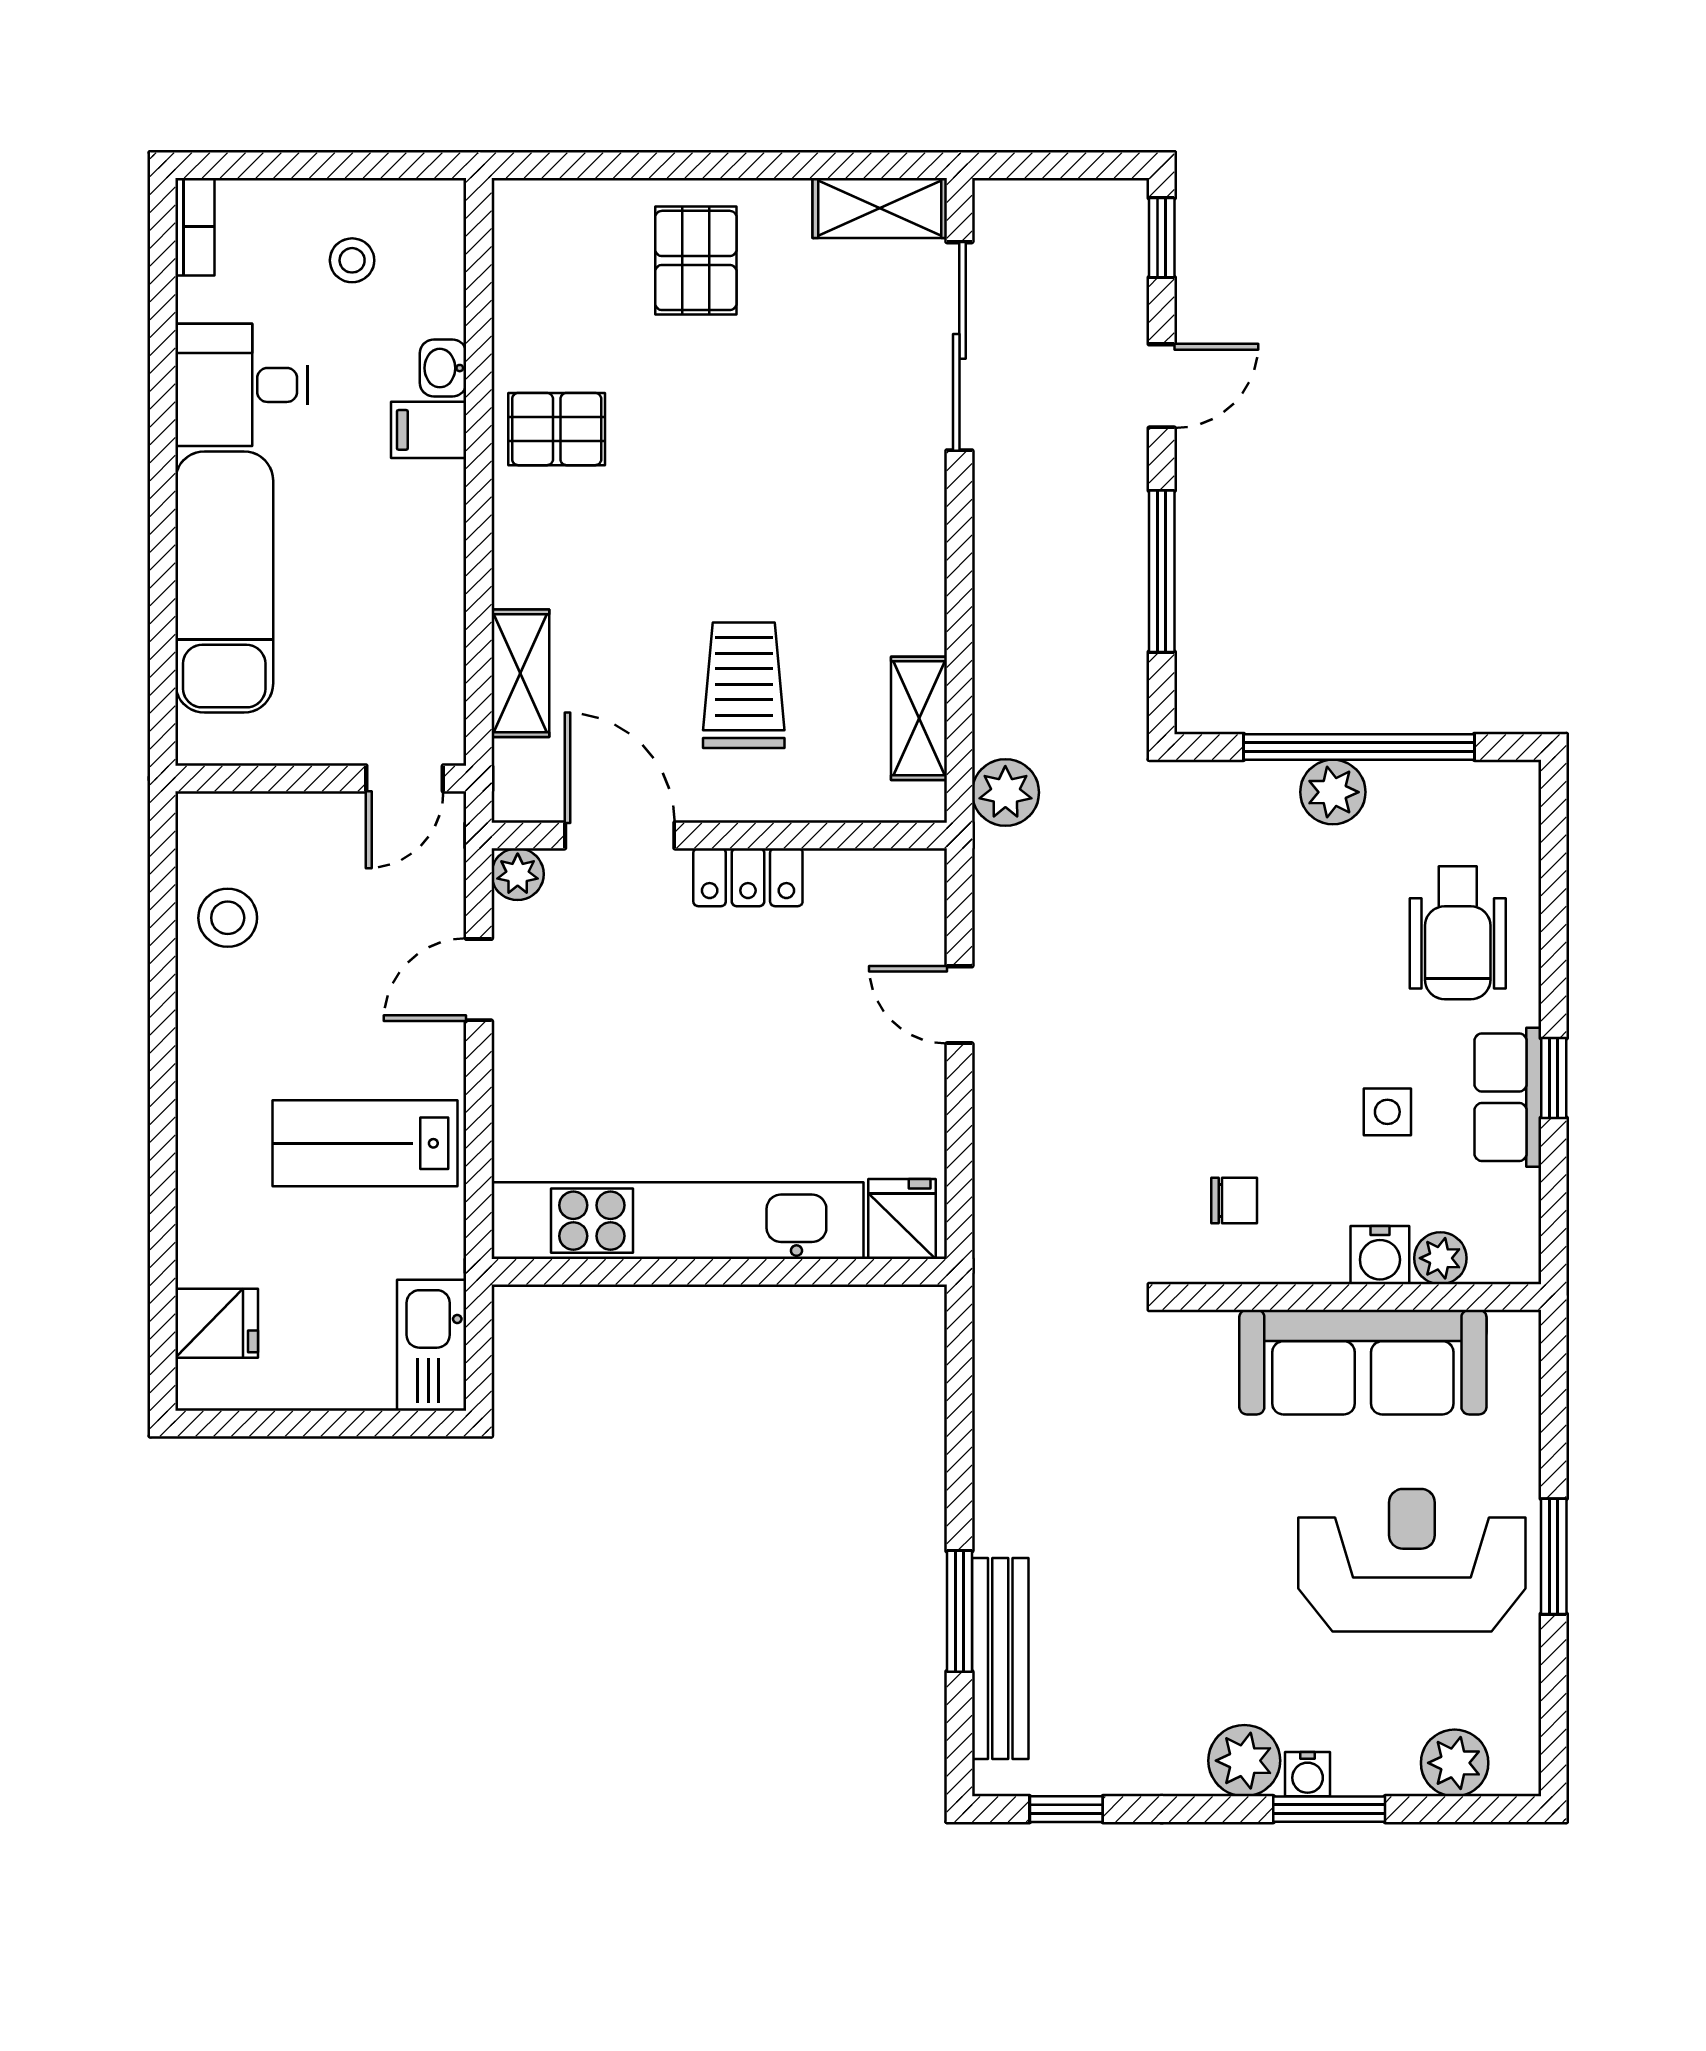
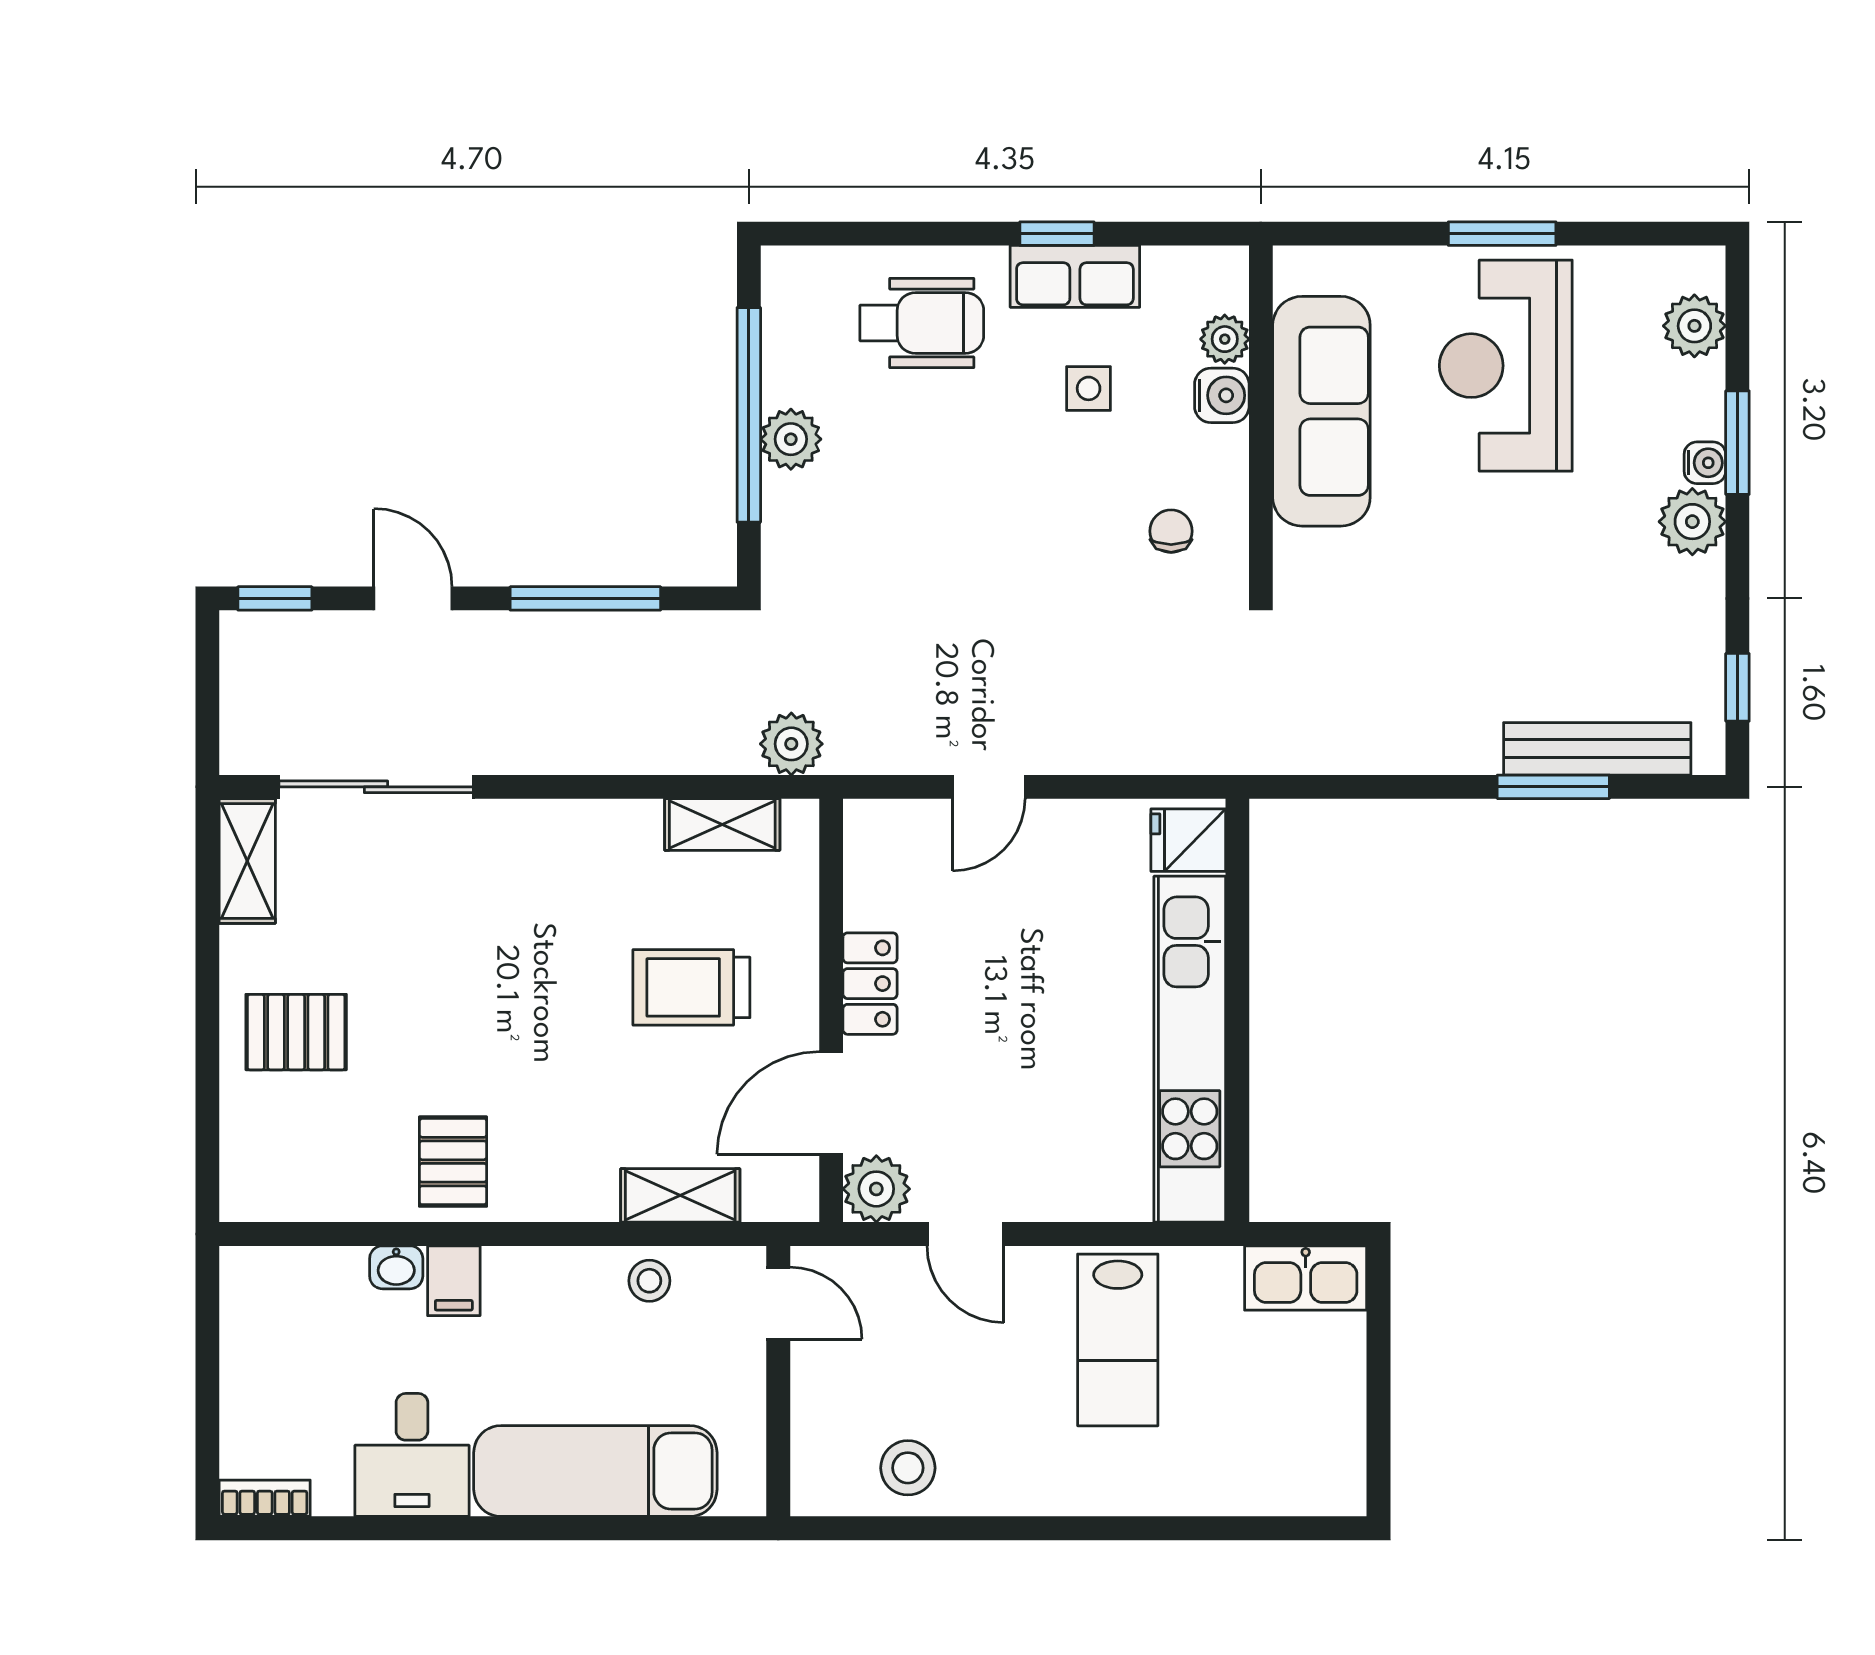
stool: (352, 260) -> (649, 1281), moved
plant: (518, 874) -> (876, 1189), width x1.38, depth x1.38
fridge: (217, 1323) -> (1285, 1478), removed

